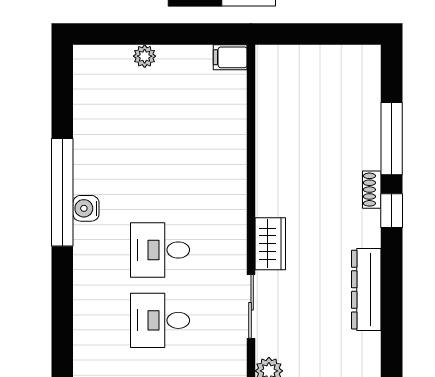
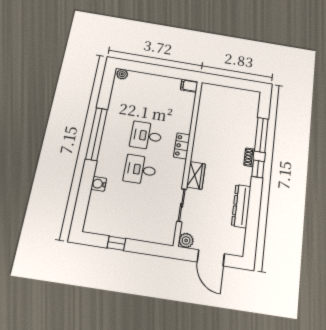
plant: (145, 56) -> (122, 74), moved
locker: (234, 188) -> (182, 146), added
water cooler: (86, 208) -> (99, 184), moved
desk: (160, 320) -> (146, 136), moved

